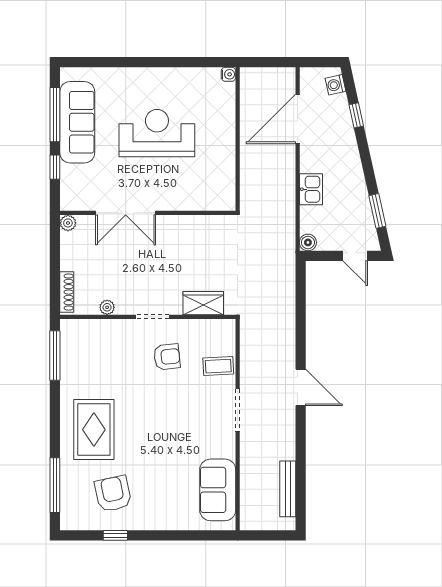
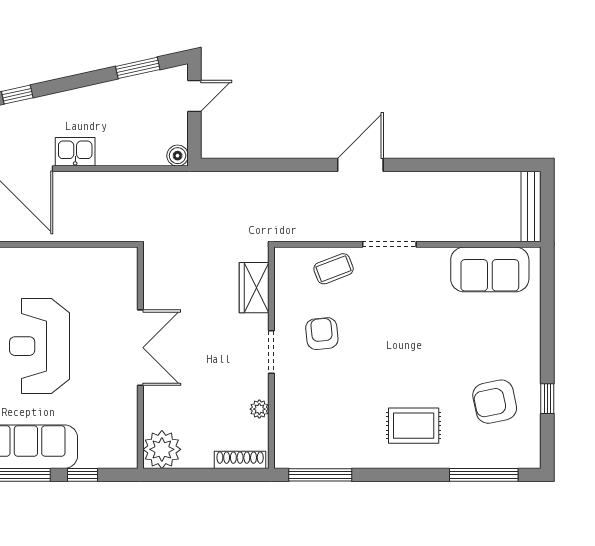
kitchen sink: (311, 189) -> (75, 152), moved
double door: (126, 213) -> (140, 348), moved
plant: (68, 223) -> (162, 449), width x1.87, depth x1.87
coffee table: (218, 366) -> (334, 269), turned 72
rug: (94, 430) -> (414, 426), width x0.73, depth x0.70
bench: (288, 489) -> (531, 206), moved, turned 90

